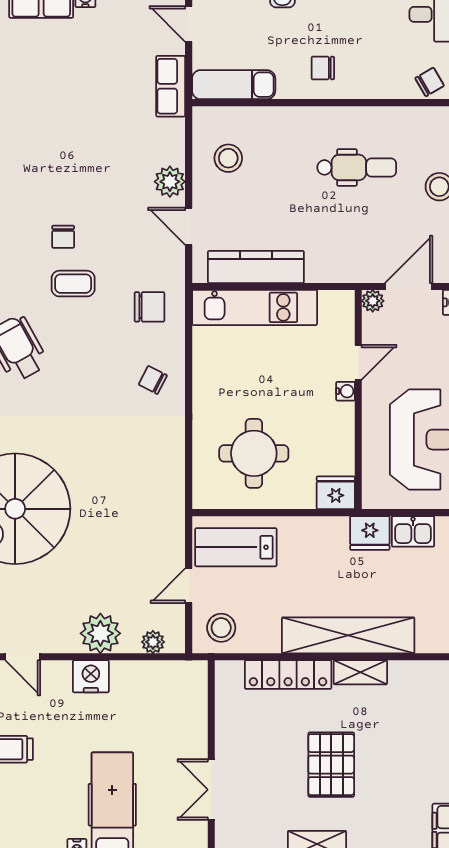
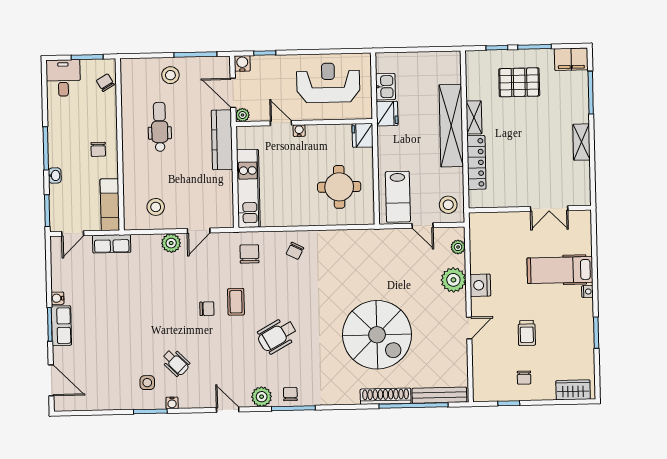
kitchen counter: (256, 267) -> (222, 140), moved
pallet: (331, 765) -> (519, 82), moved

